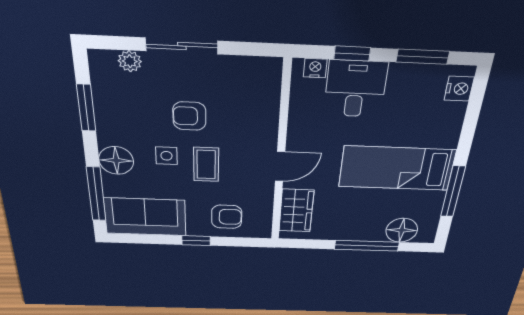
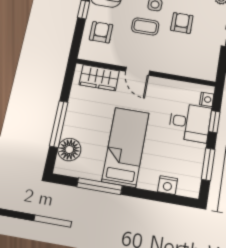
nightstand: (459, 89) -> (168, 185), moved
armchair: (227, 217) -> (101, 32), turned 180

